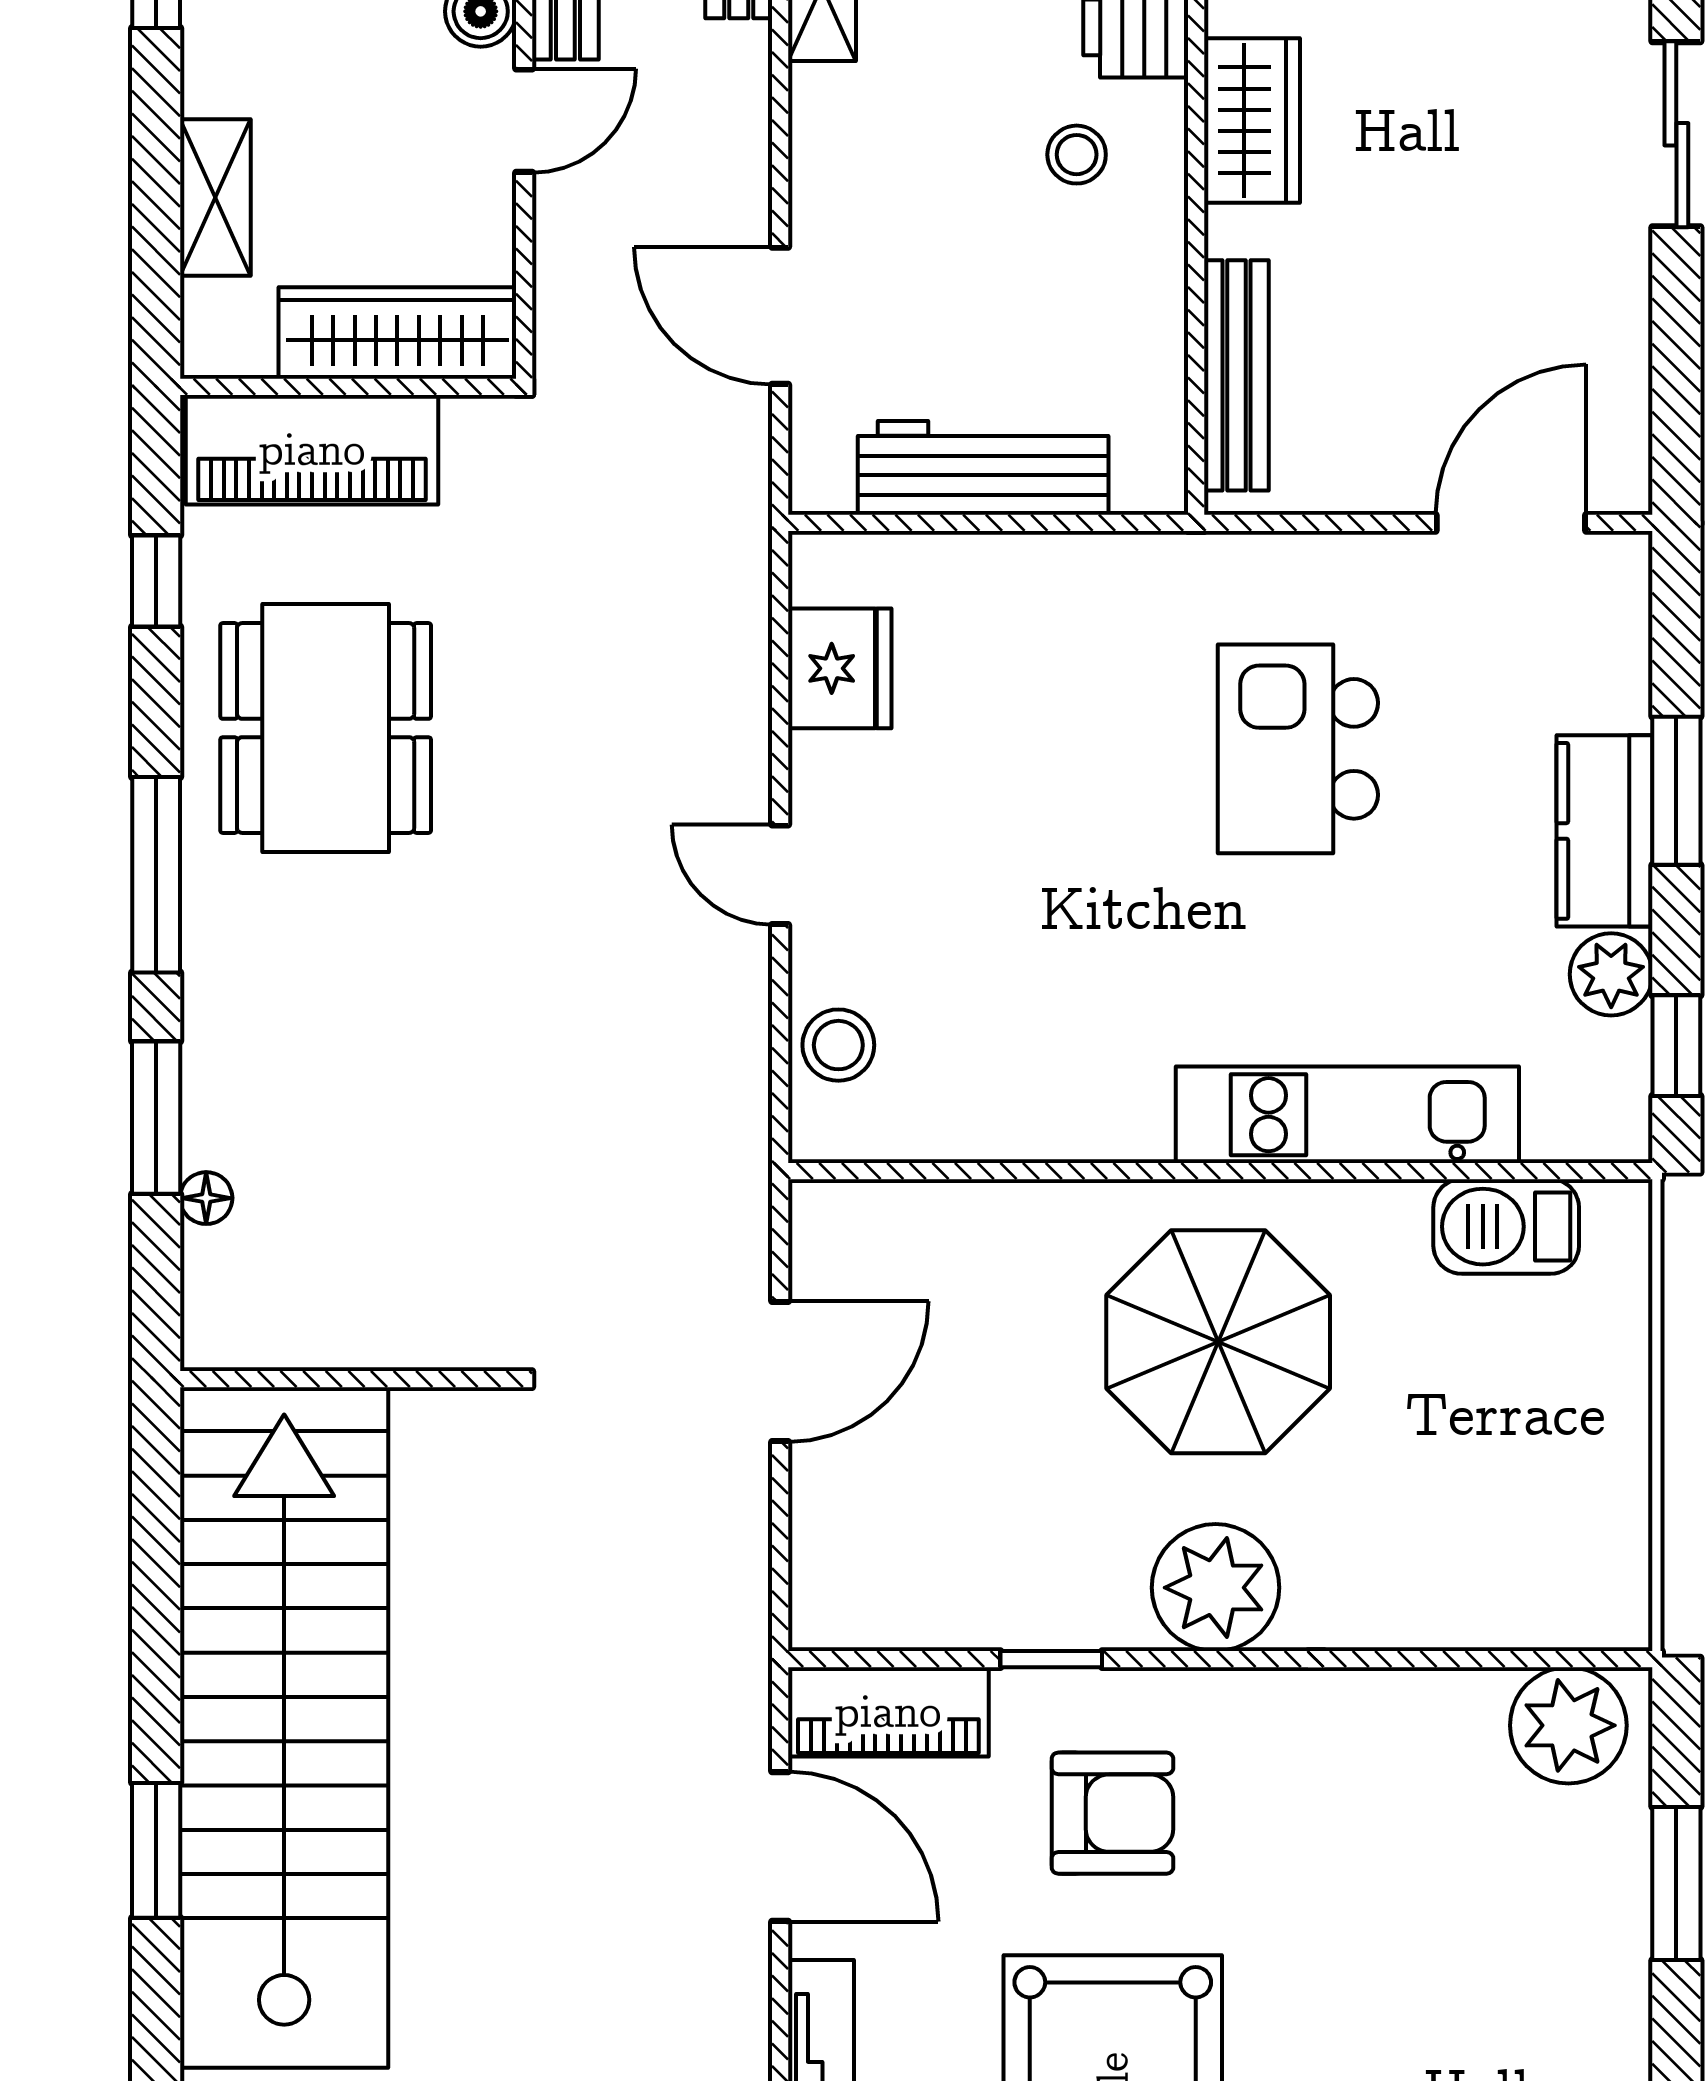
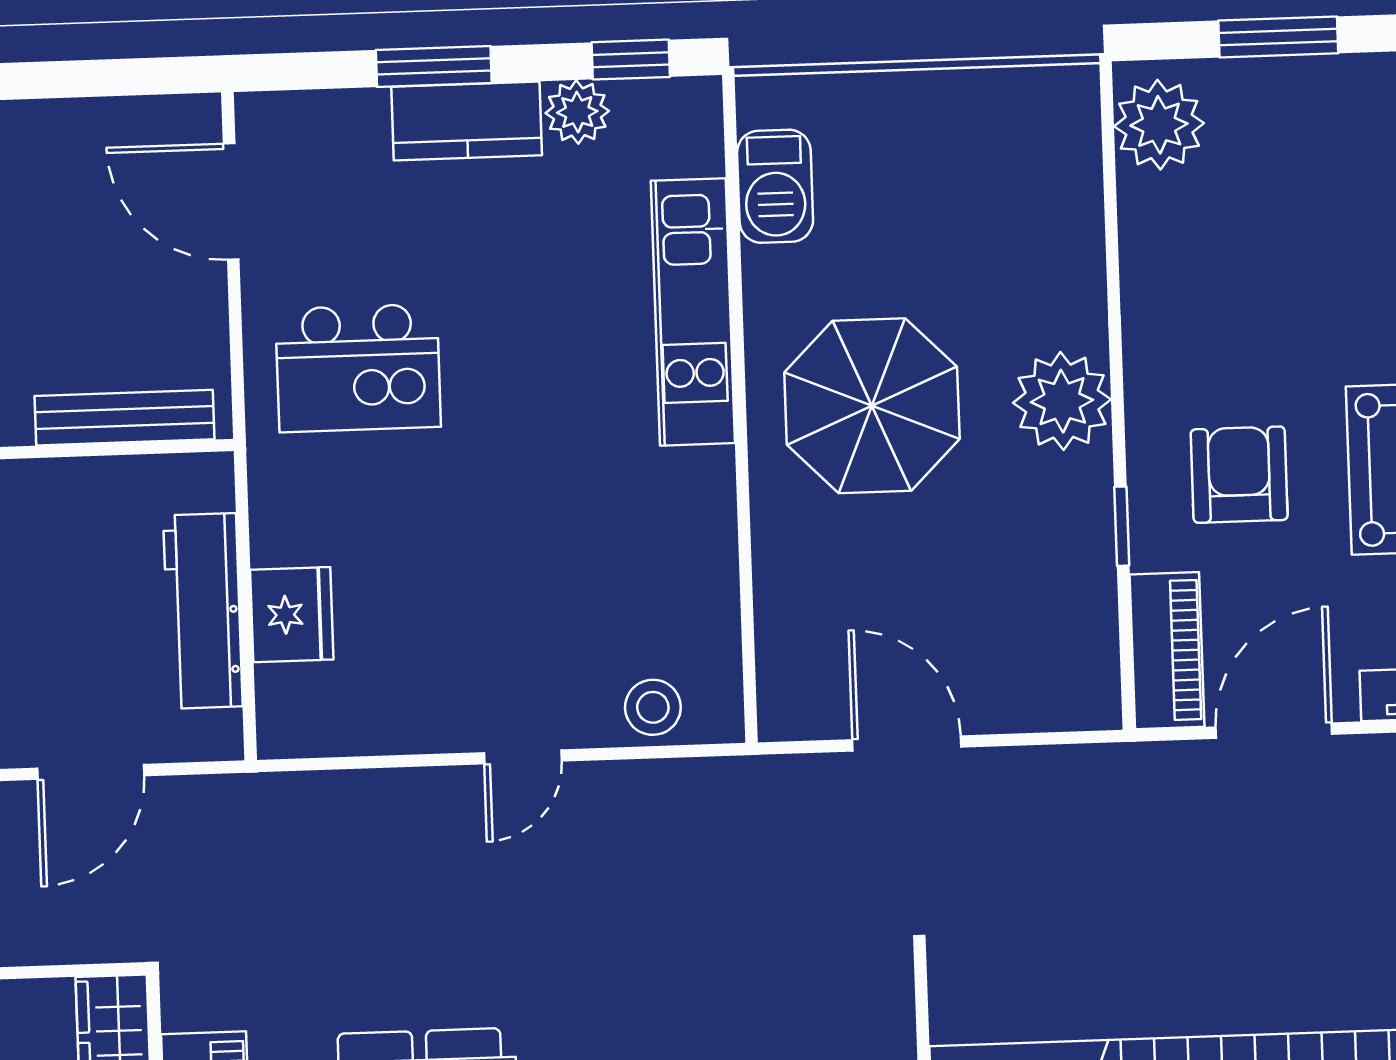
fridge: (840, 668) -> (292, 615), moved, turned 90
kitchen island: (1298, 749) -> (358, 368), moved

